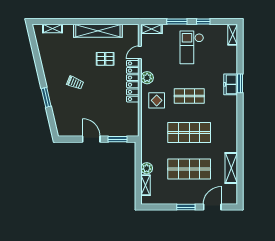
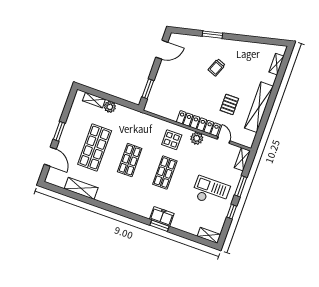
shop shelf: (189, 132) -> (130, 160), width x0.70, depth x0.74
door: (91, 139) -> (162, 50), moved

